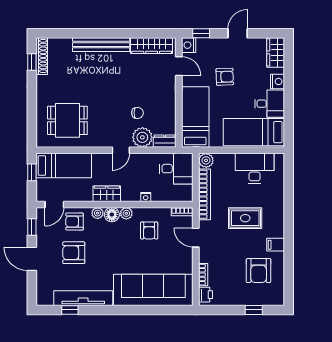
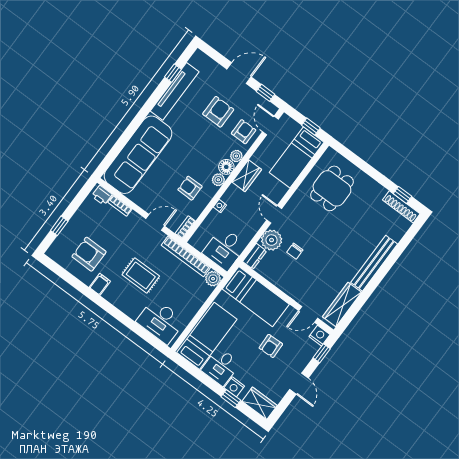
window: (289, 77) -> (231, 399), added
desk: (255, 168) -> (161, 321), moved, turned 90
rug: (245, 218) -> (141, 275), turned 90

